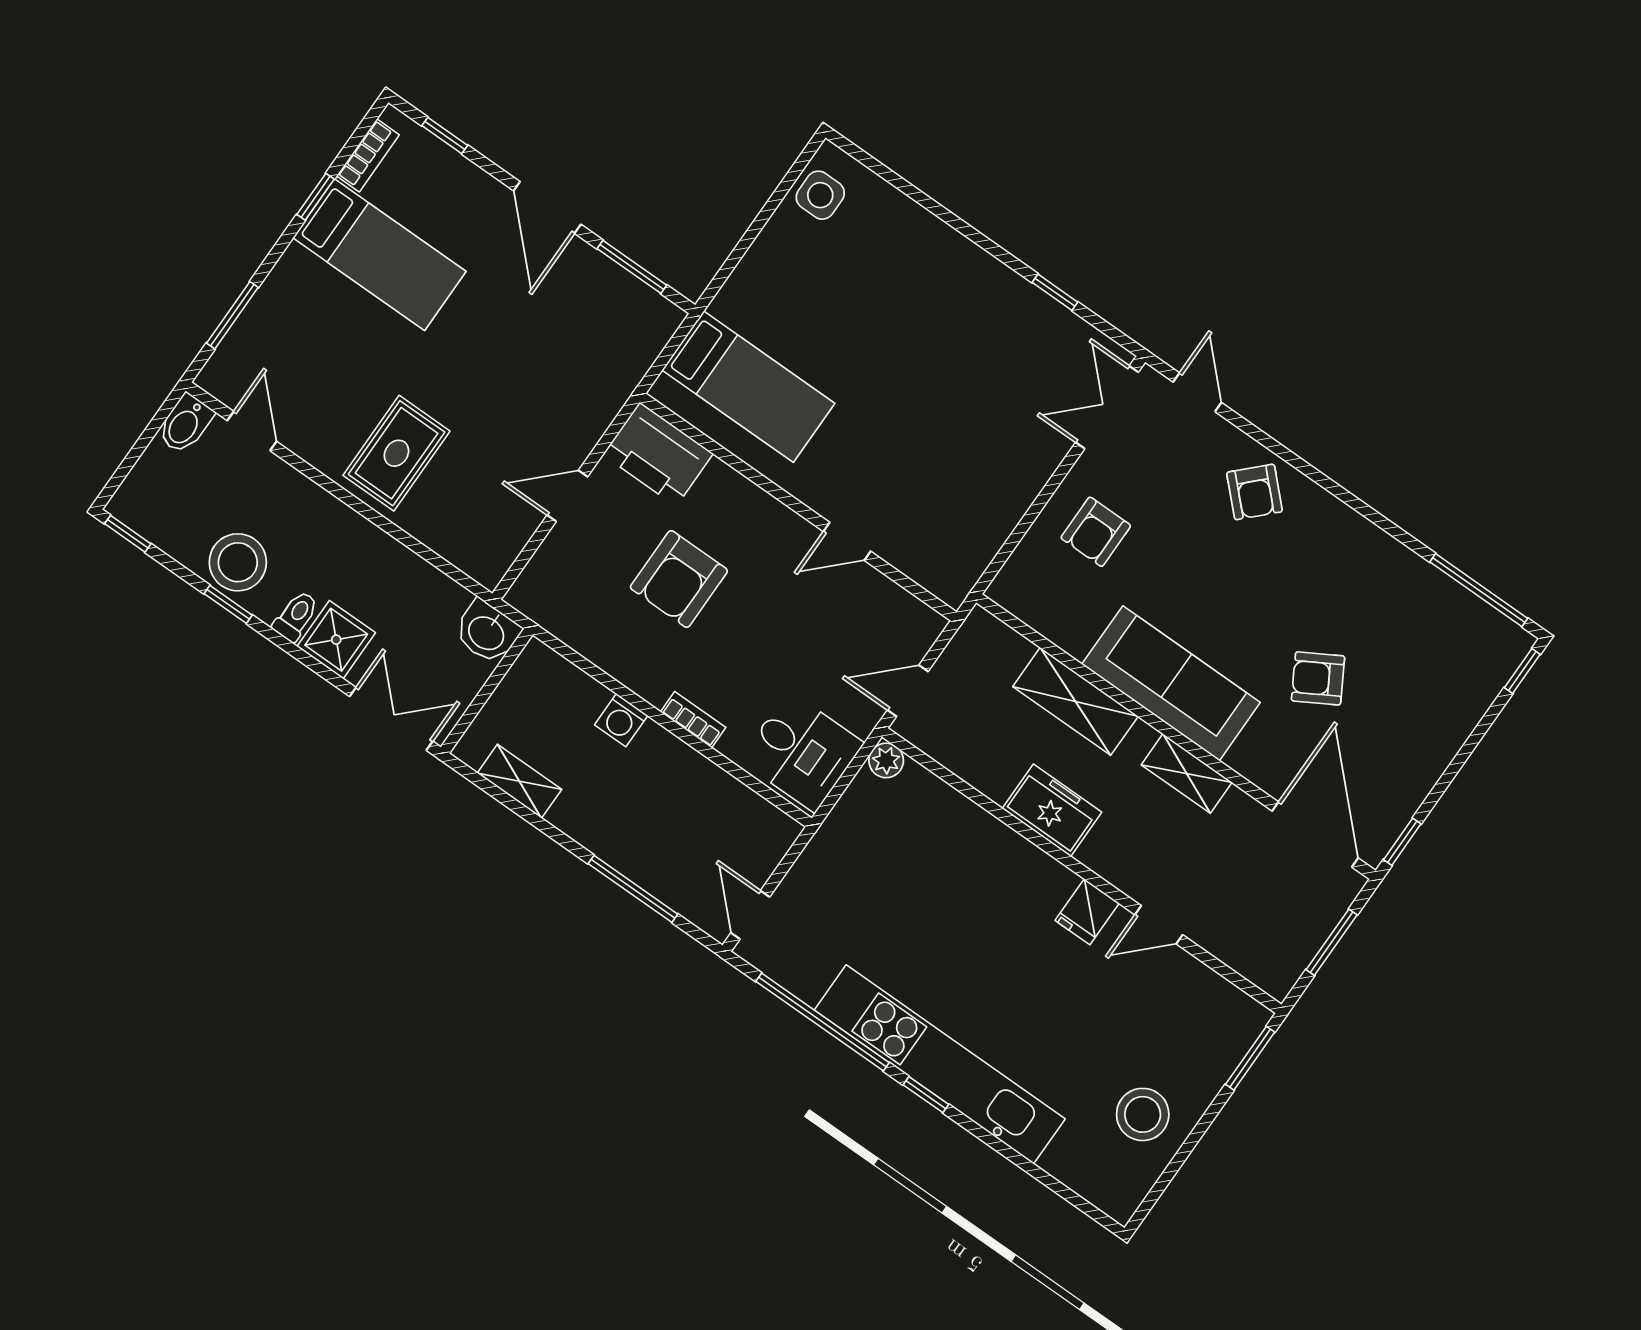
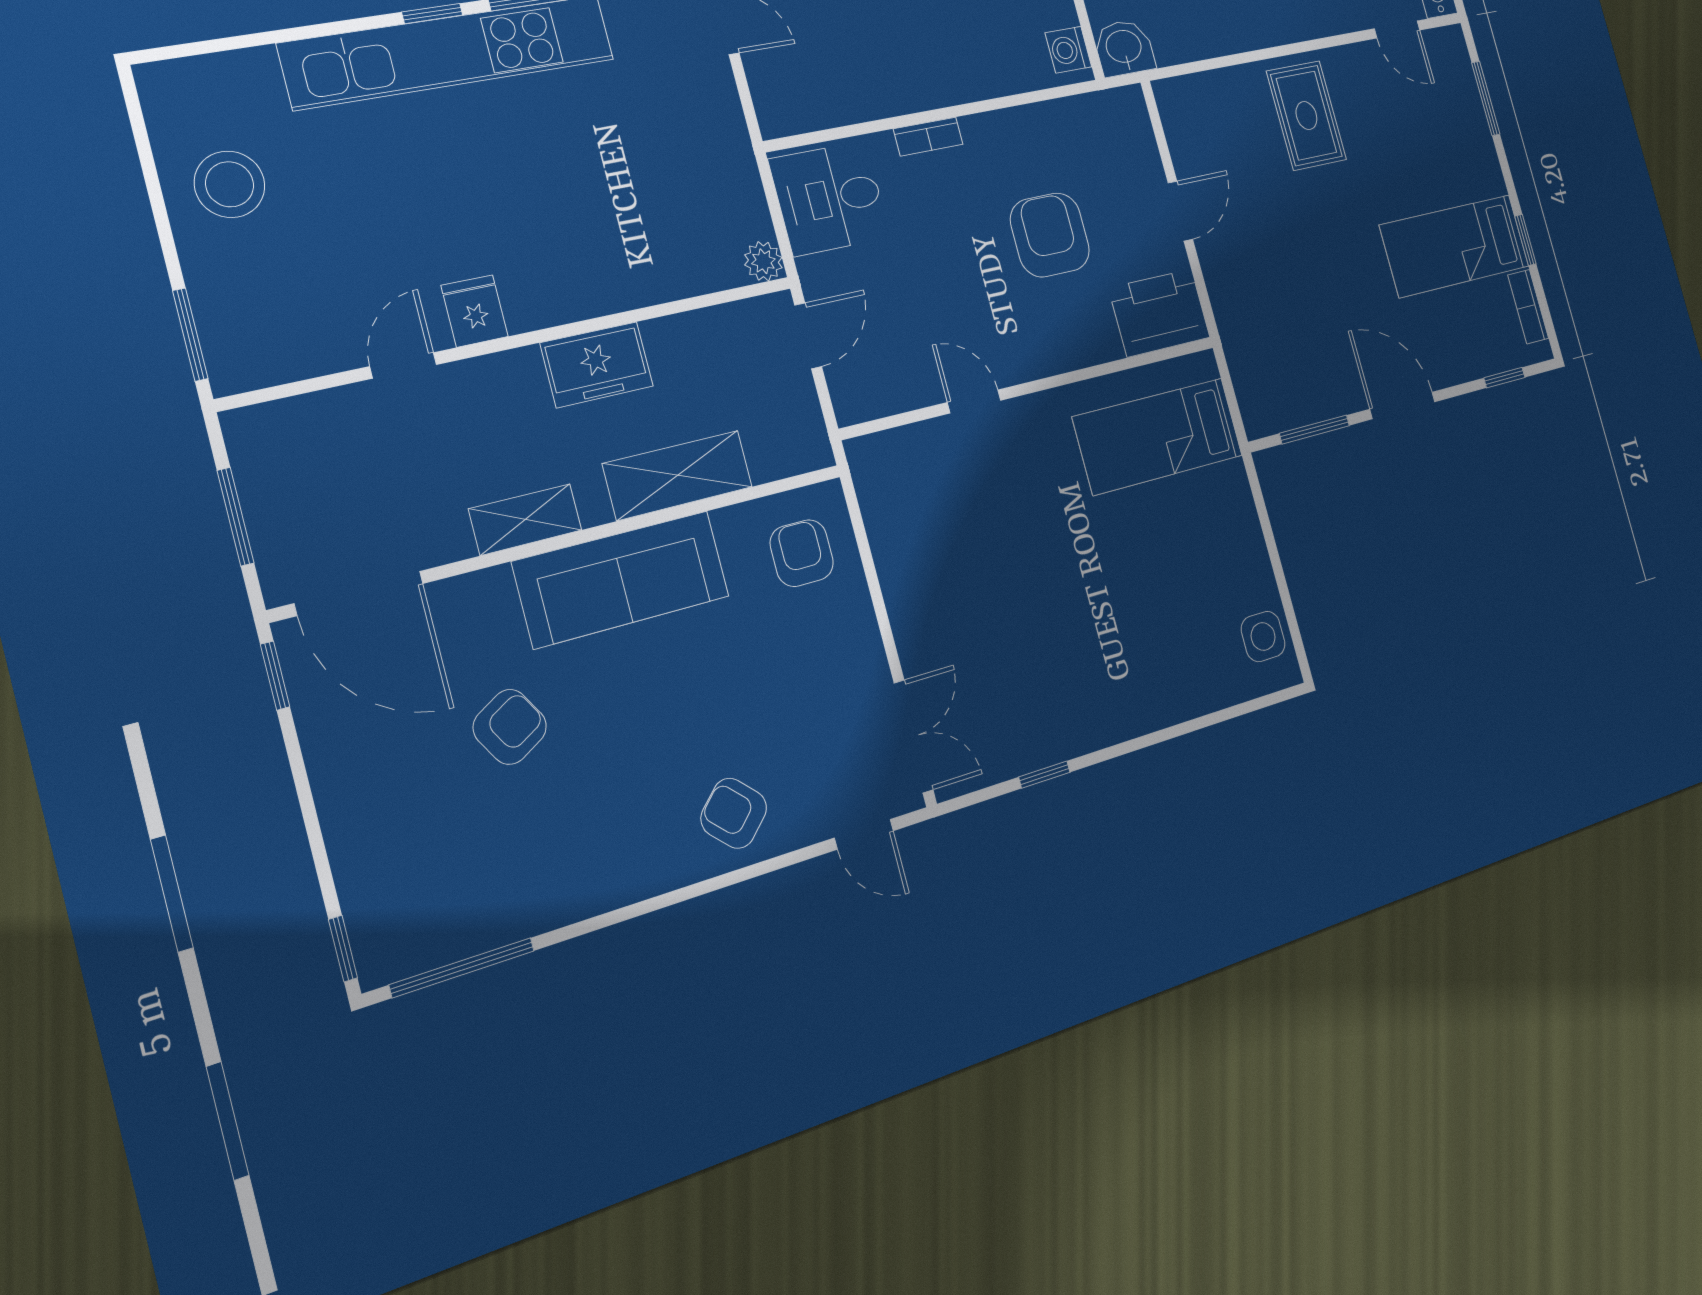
armchair: (1096, 532) -> (802, 553), moved
door: (847, 541) -> (974, 401), hinge flipped
washing machine: (621, 720) -> (1068, 50), moved, turned -90

